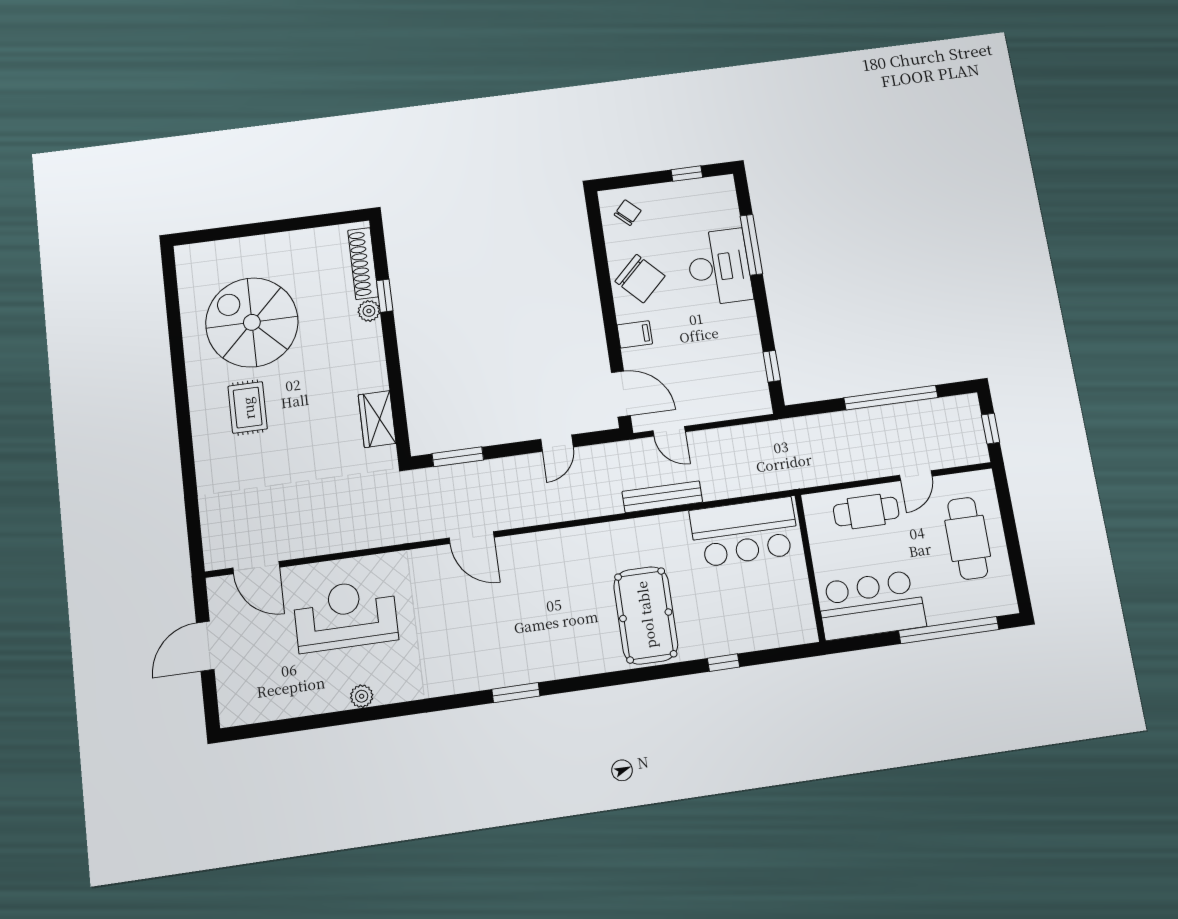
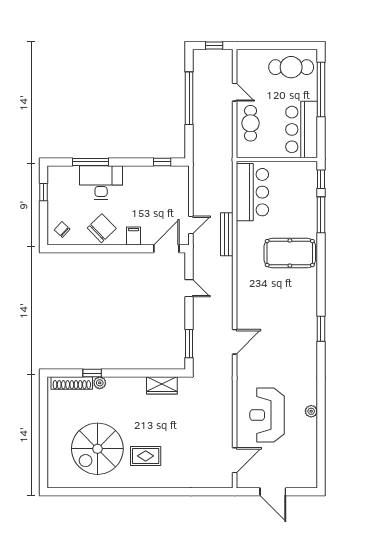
cafe table: (968, 538) -> (291, 67), moved
window: (788, 653) -> (321, 179), added
window: (723, 663) -> (321, 215), width x2.17

